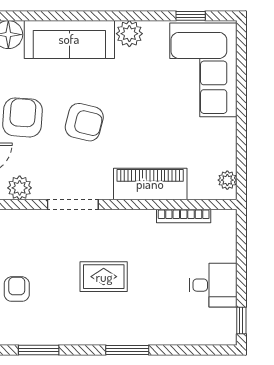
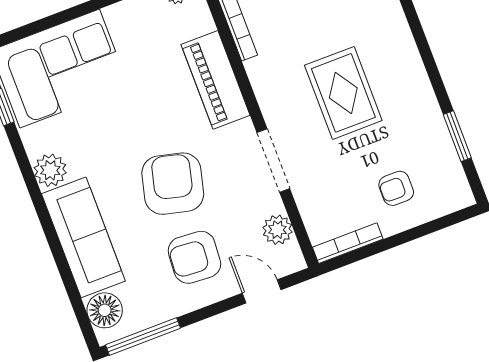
armchair: (84, 122) -> (173, 184), width x1.36, depth x1.36
rug: (104, 277) -> (343, 93), width x1.36, depth x1.43
window: (127, 350) -> (418, 33), removed

